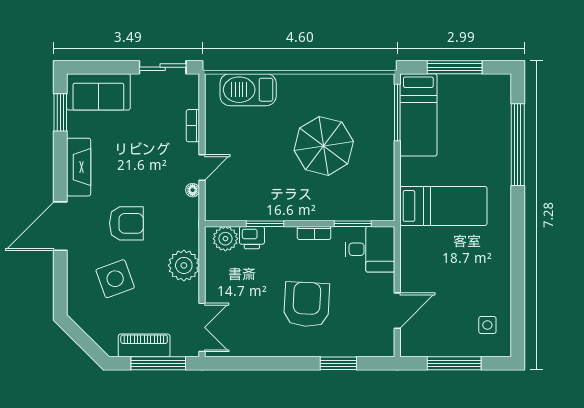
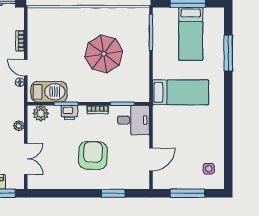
barbecue: (248, 90) -> (49, 92), moved, turned 180
bed: (418, 115) -> (191, 34), moved
window: (518, 145) -> (228, 53), width x0.68
door: (202, 167) -> (26, 68), swing flipped
printer: (252, 238) -> (69, 113), moved
plant: (184, 265) -> (19, 126), width x0.53, depth x0.53
double door: (202, 327) -> (26, 159), moved

